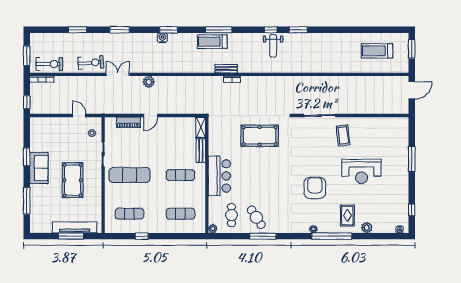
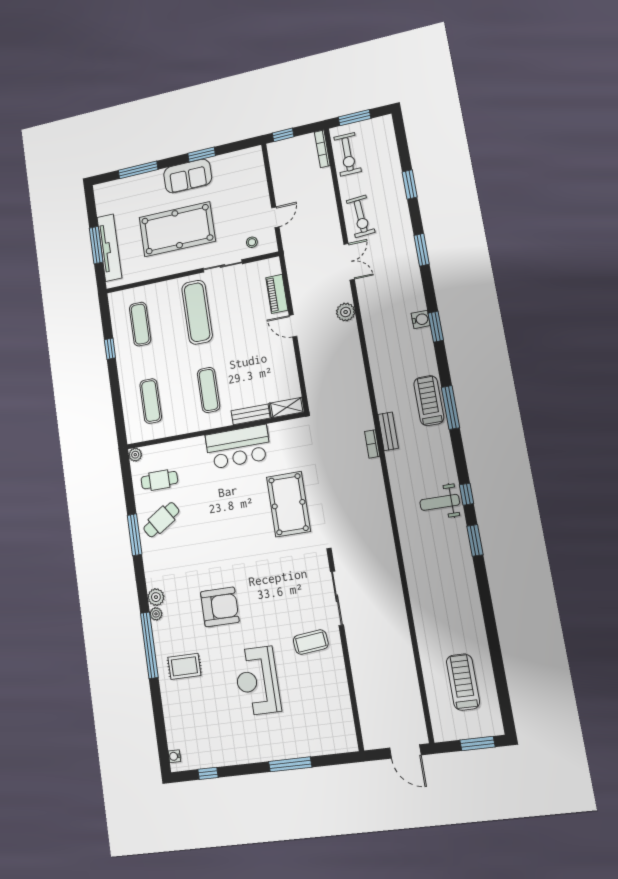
bar counter: (219, 176) -> (238, 447), moved
pool table: (73, 180) -> (177, 229), width x1.36, depth x1.32
plant: (367, 228) -> (156, 597), moved

